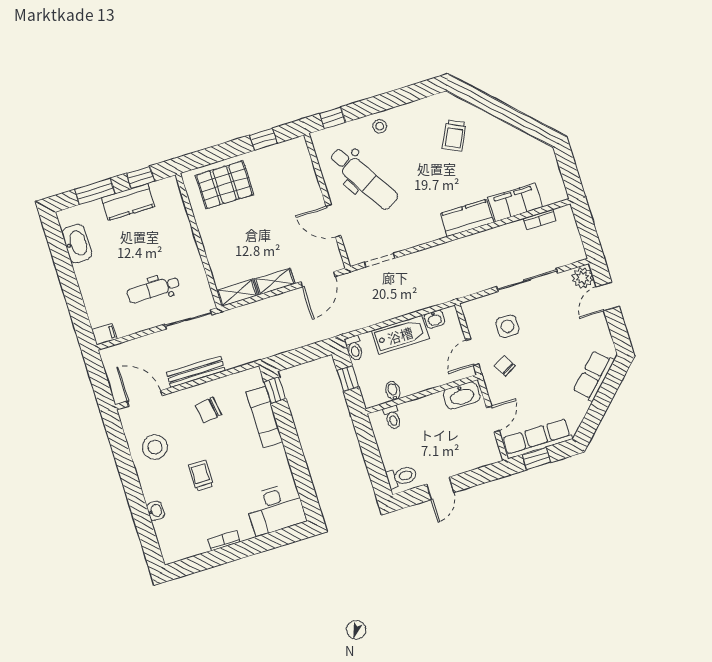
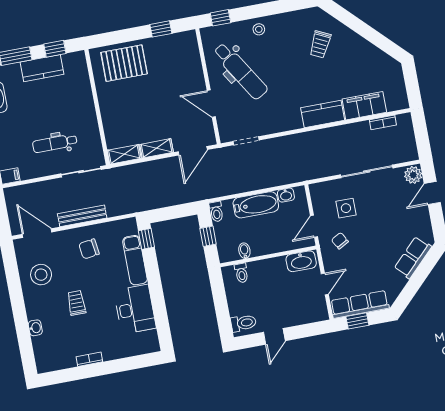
desk: (276, 509) -> (135, 309), moved, turned -90

